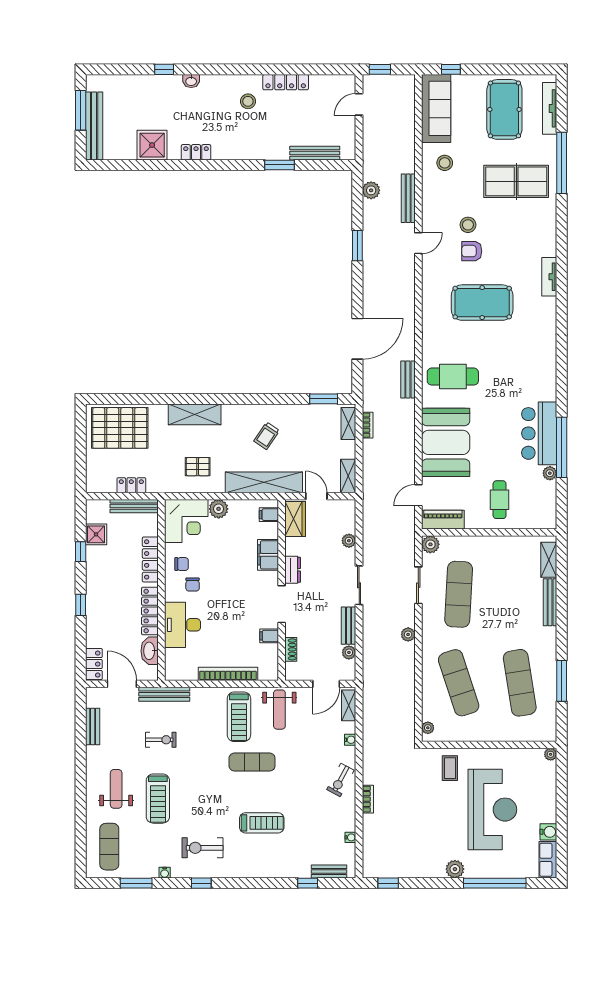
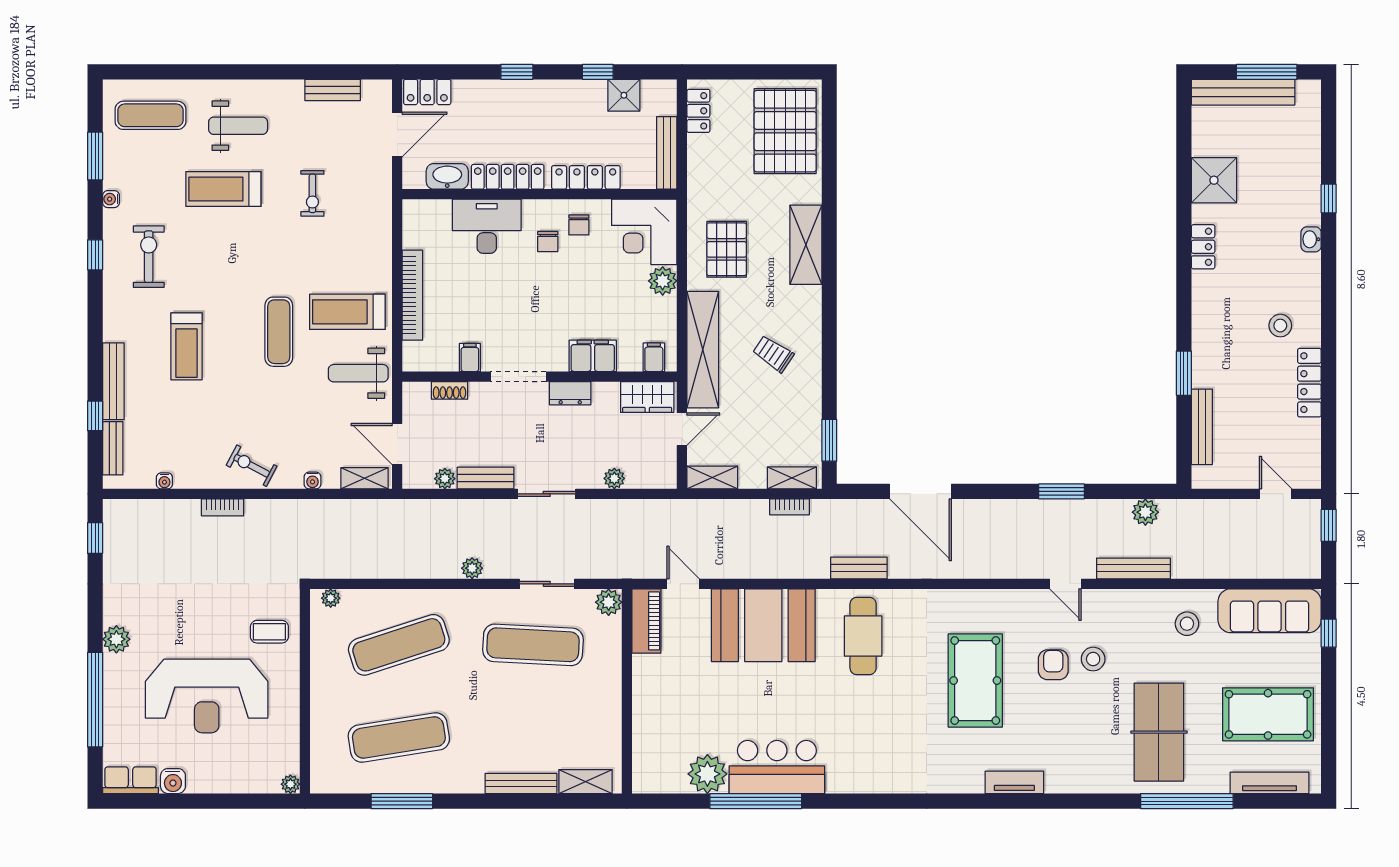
pallet: (198, 467) -> (727, 249), width x1.50, depth x1.42
plant: (550, 473) -> (707, 774), width x1.88, depth x1.88
locker: (131, 485) -> (698, 111), moved
cafe table: (500, 500) -> (676, 707), removed
chair: (193, 585) -> (548, 241), turned -90
bench: (164, 694) -> (113, 381), moved

